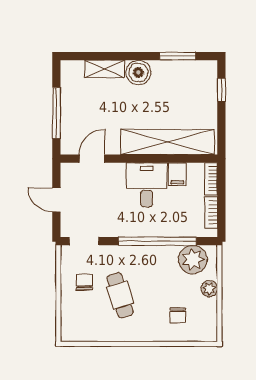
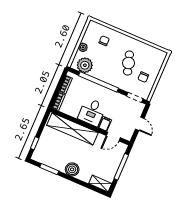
shelving: (105, 69) -> (100, 183), moved
filing cabinet: (177, 174) -> (105, 124), moved

